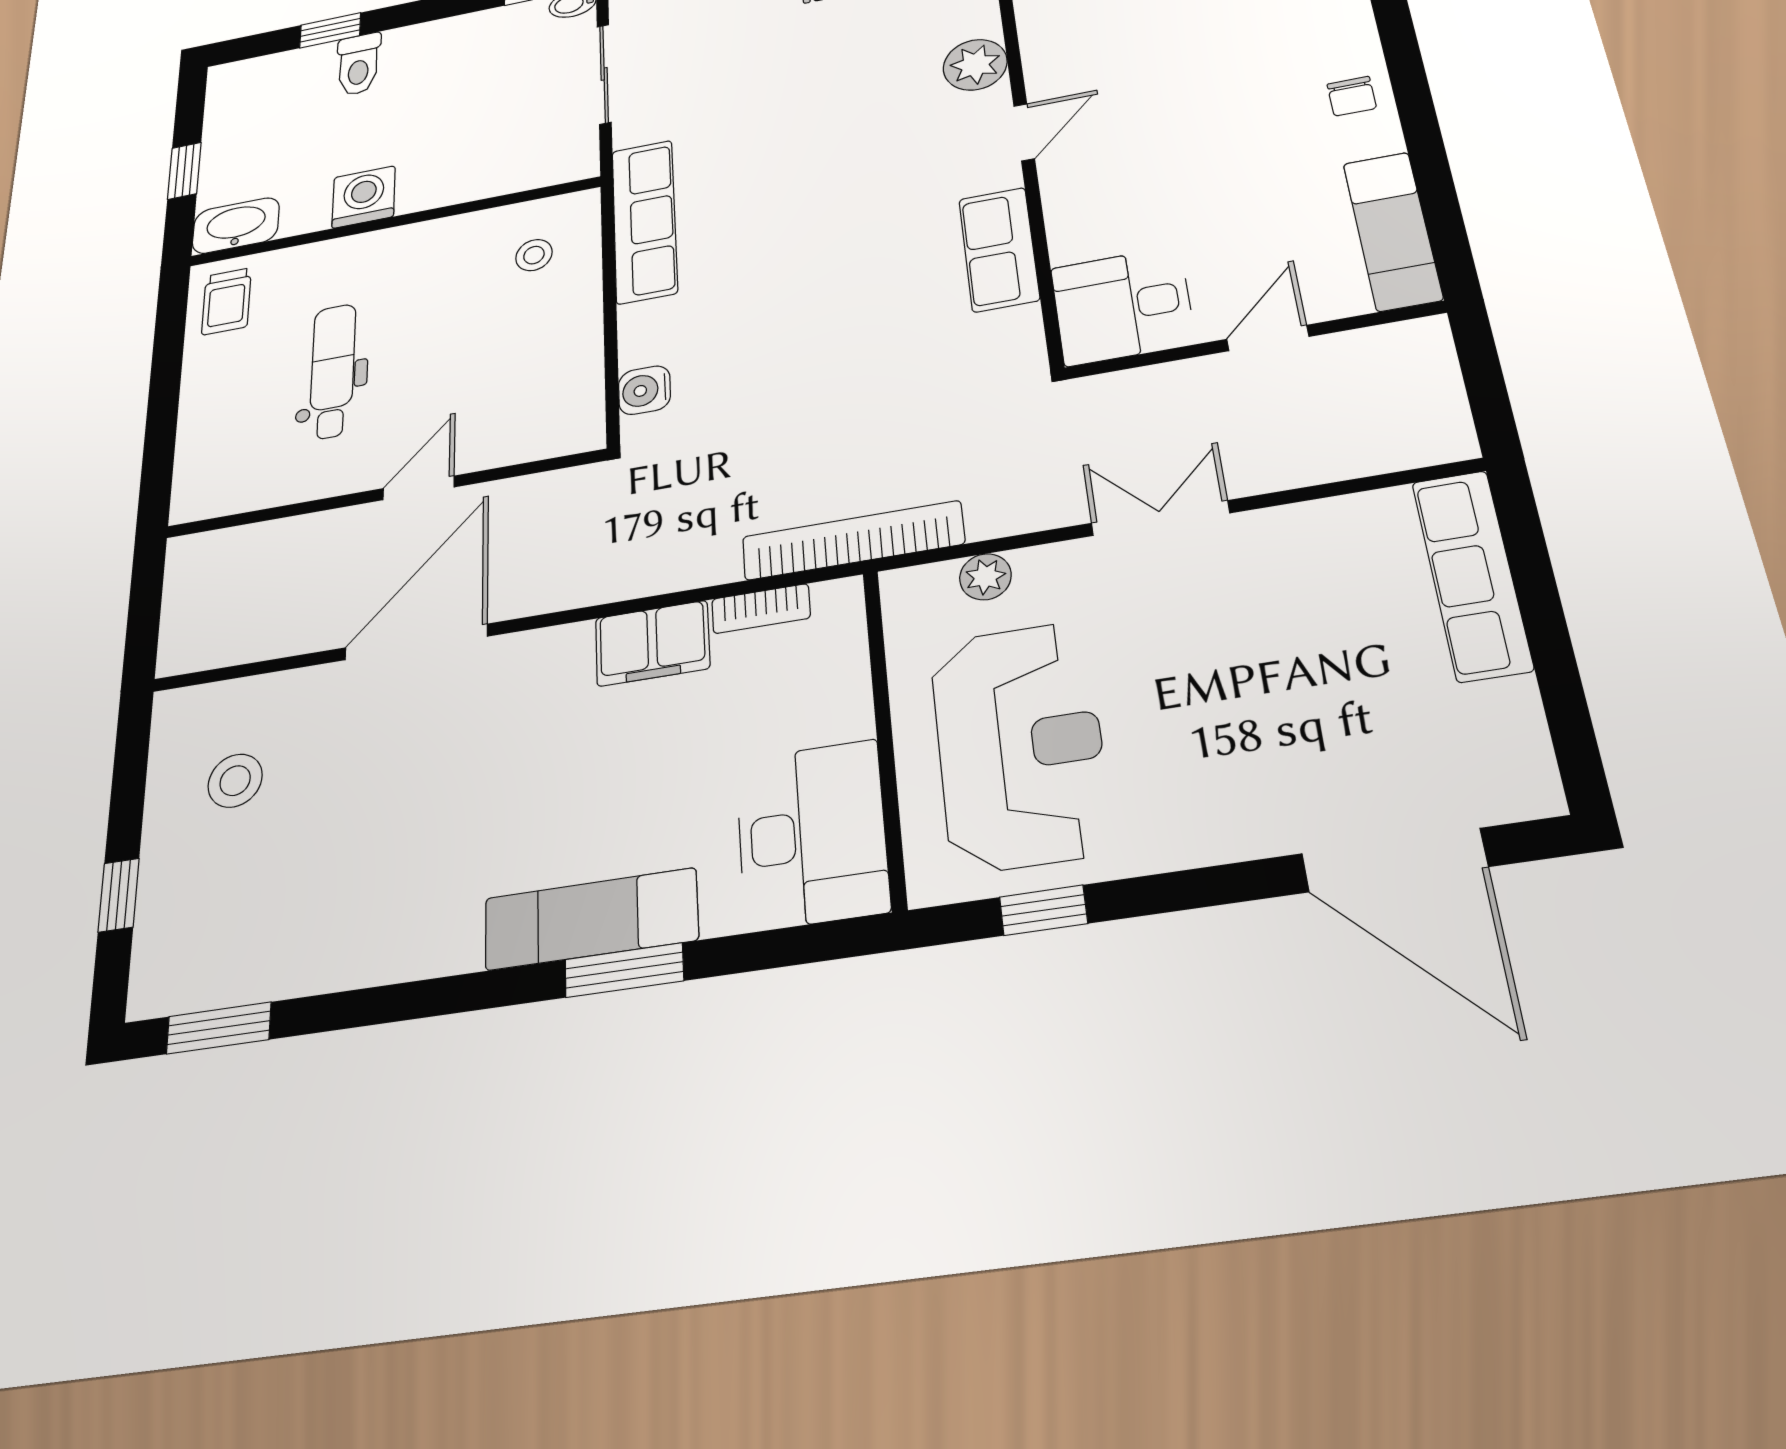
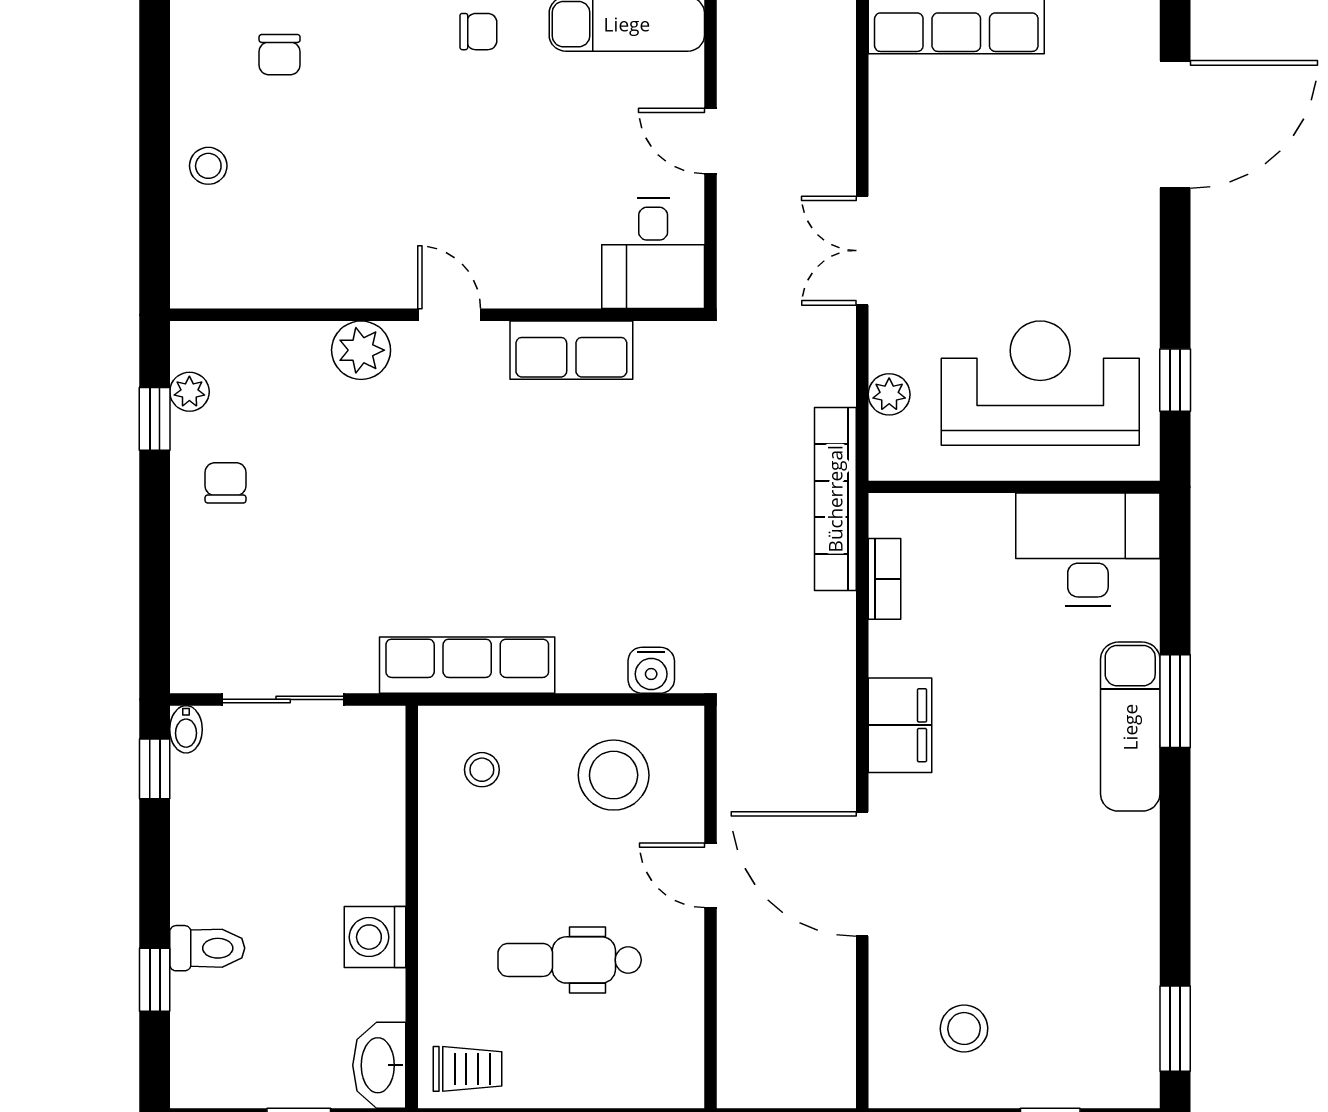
stool: (529, 376) -> (614, 775), added
filing cabinet: (652, 643) -> (900, 725), moved

